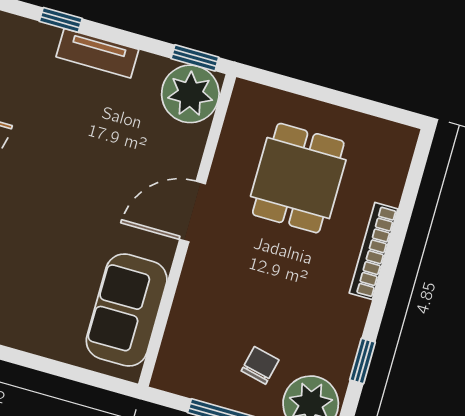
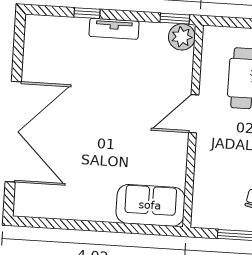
plant: (190, 94) -> (182, 37), width x0.73, depth x0.73
sofa: (127, 310) -> (150, 205), moved, turned 90

